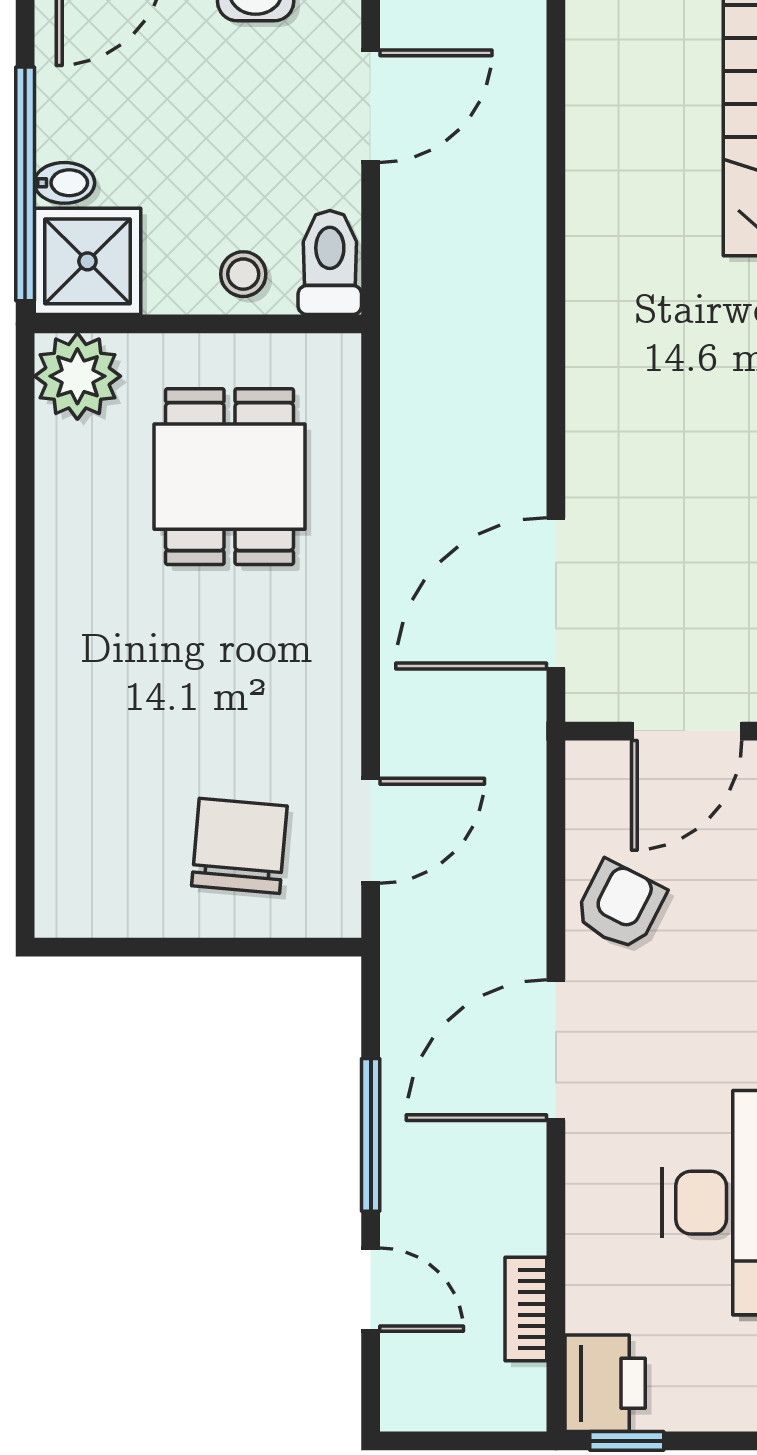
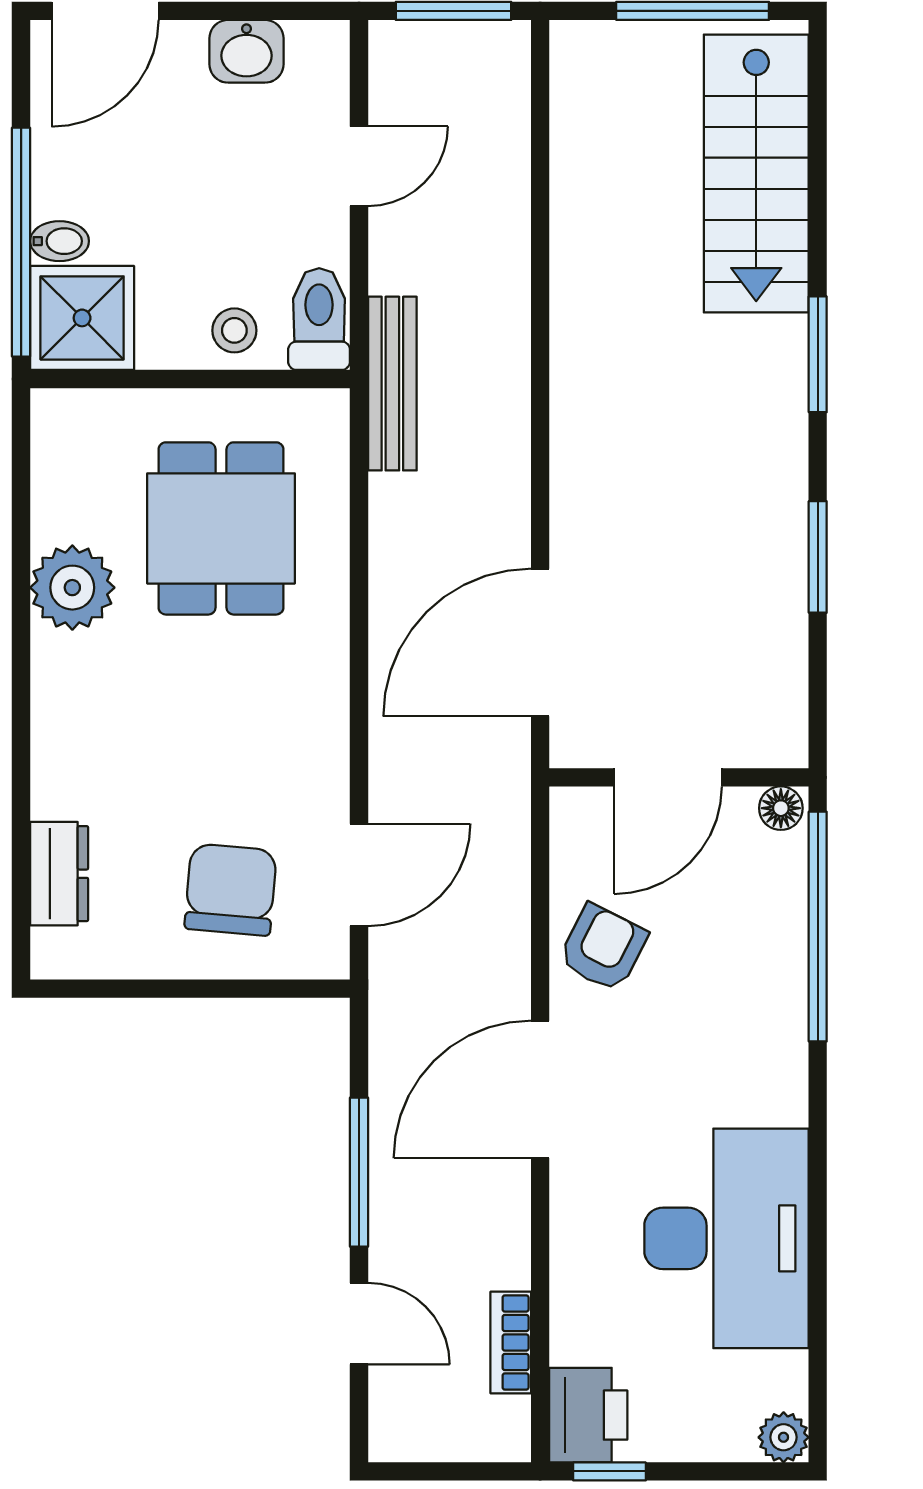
door: (371, 106) -> (359, 166), width x0.73
bench: (405, 328) -> (392, 384), added
plant: (77, 376) -> (72, 588), moved
dresser: (64, 830) -> (59, 874), added

